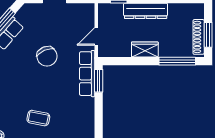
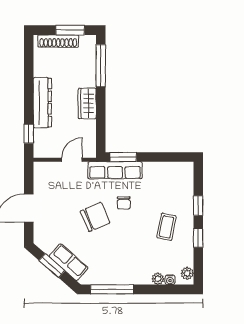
door: (96, 36) -> (72, 160), swing flipped
shoe rack: (199, 37) -> (58, 41), moved
chair: (59, 81) -> (124, 203), added

